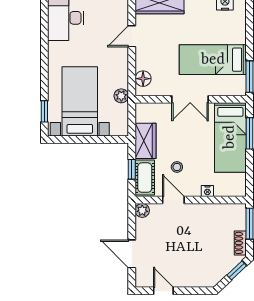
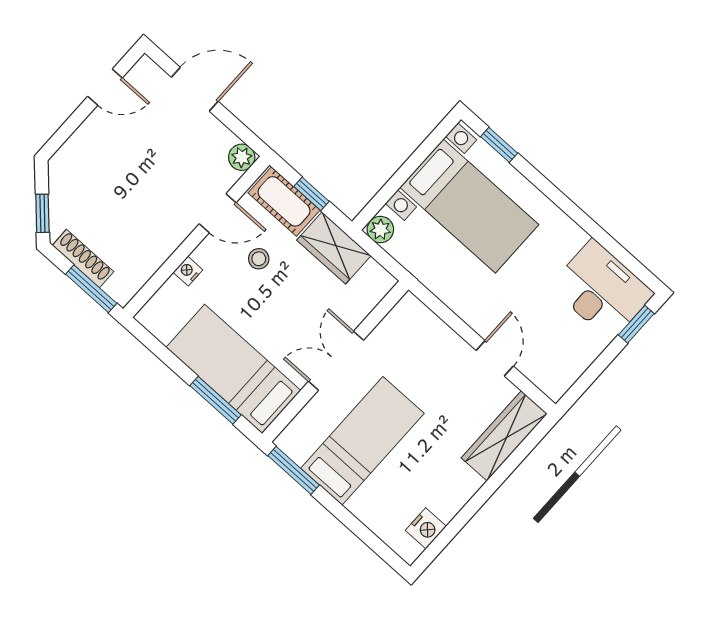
floor lamp: (143, 79) -> (422, 321), removed
plant: (121, 96) -> (380, 230), moved
shoe rack: (240, 243) -> (83, 258), width x1.43

